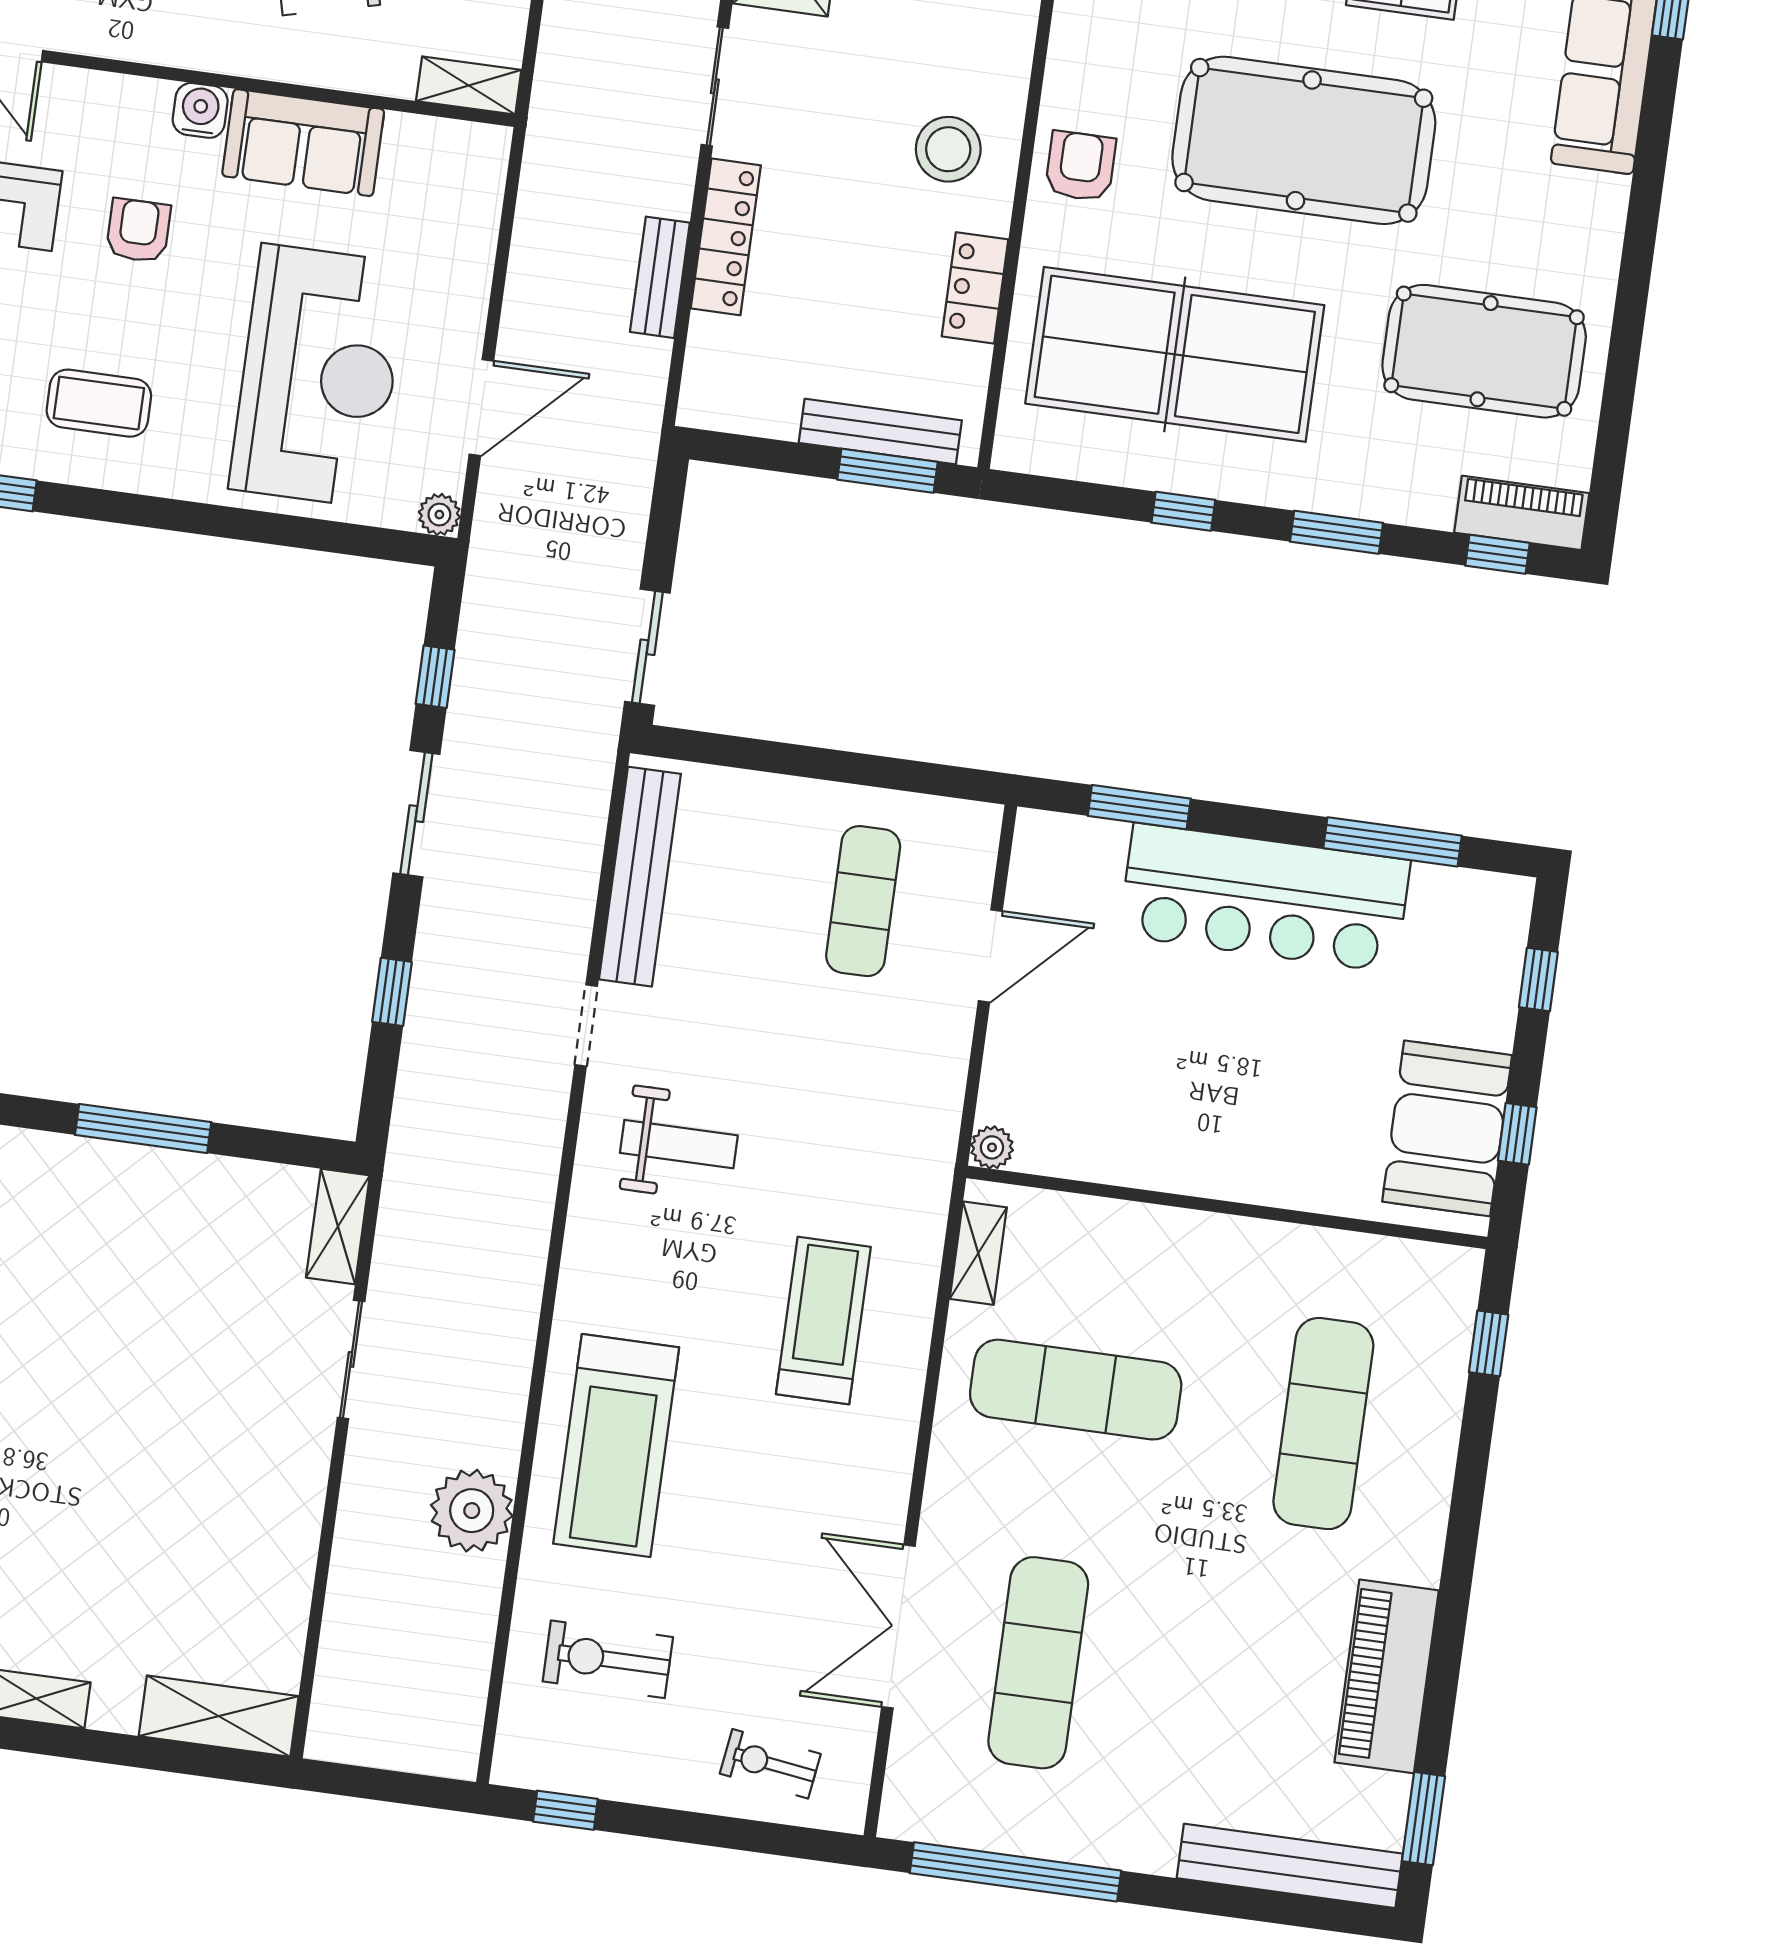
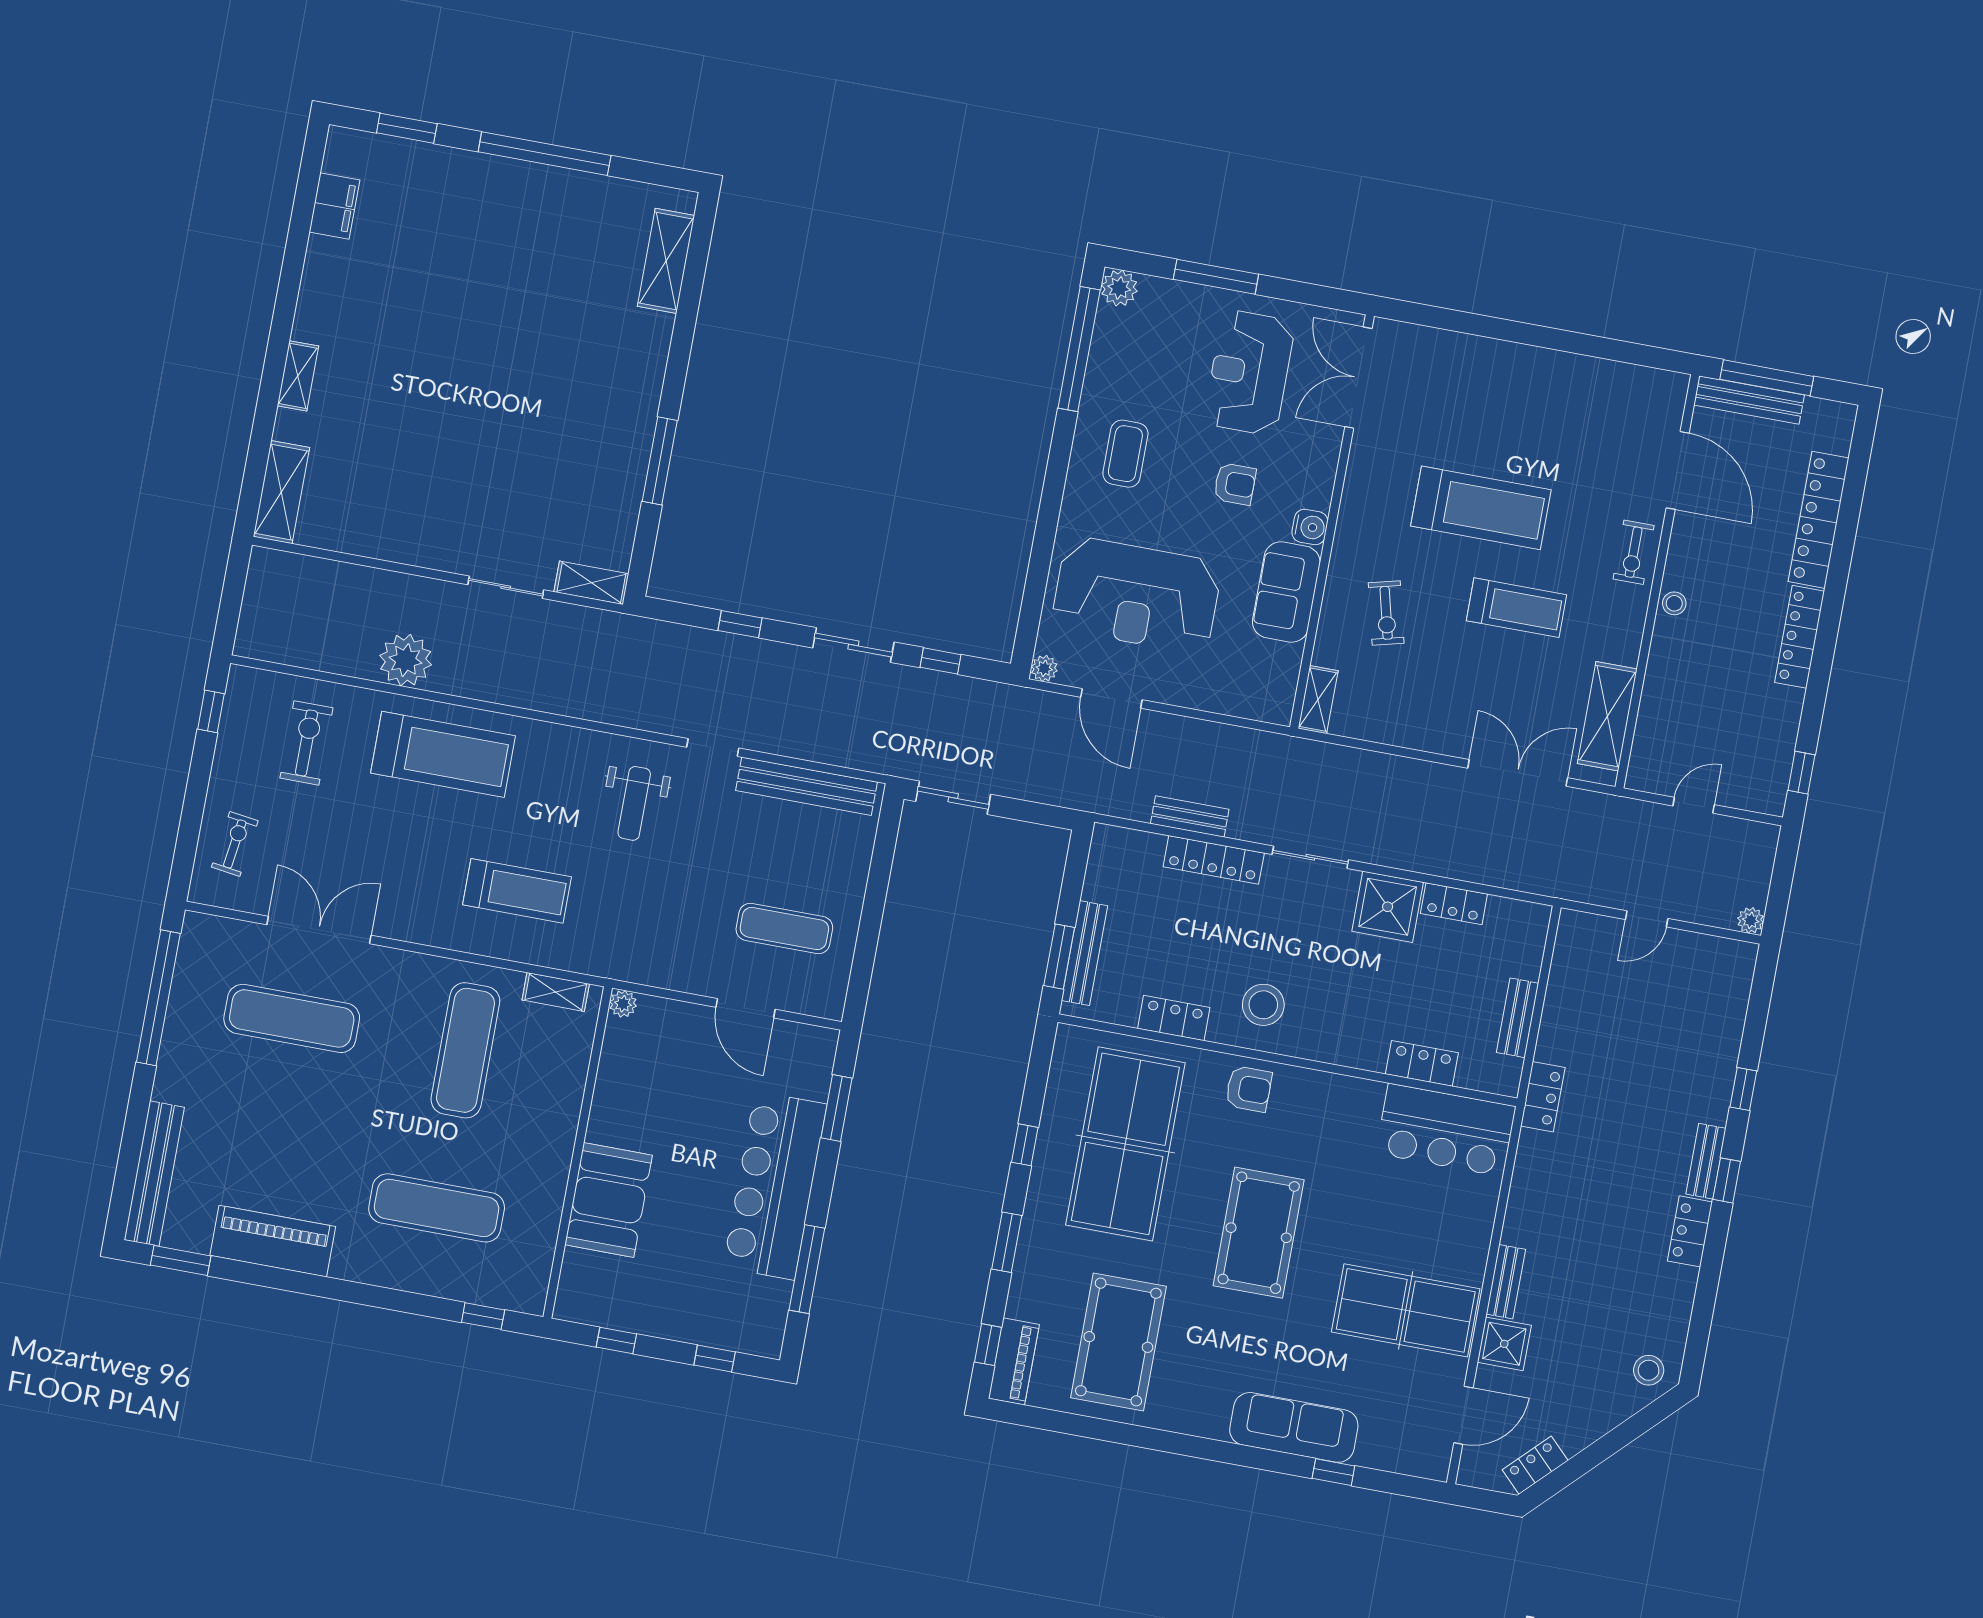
pool table: (1304, 140) -> (1259, 1233), width x0.73, depth x0.76
booth: (1447, 1128) -> (609, 1200), moved, turned 90
treadmill: (616, 1446) -> (443, 754), turned 180

